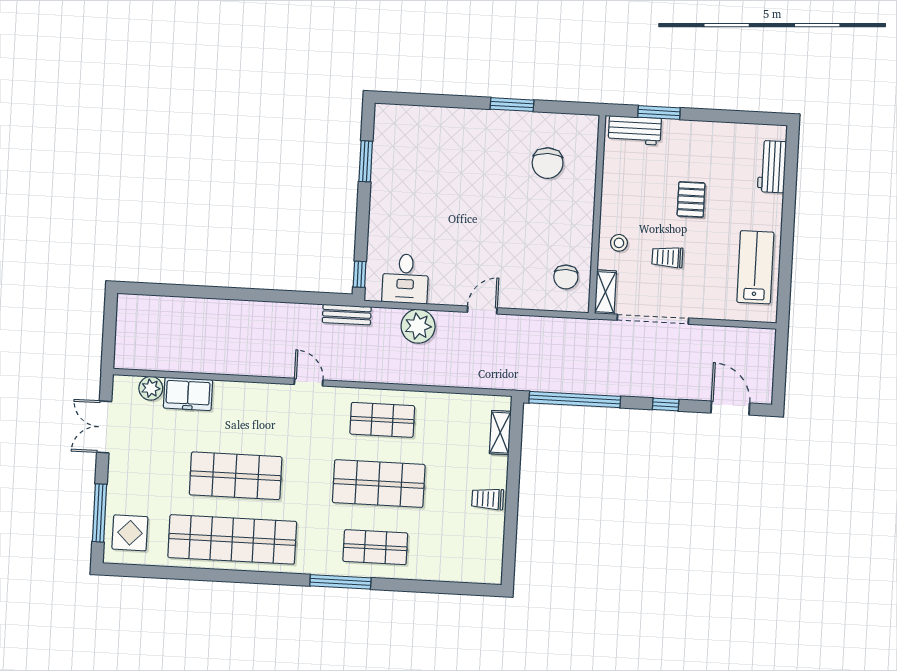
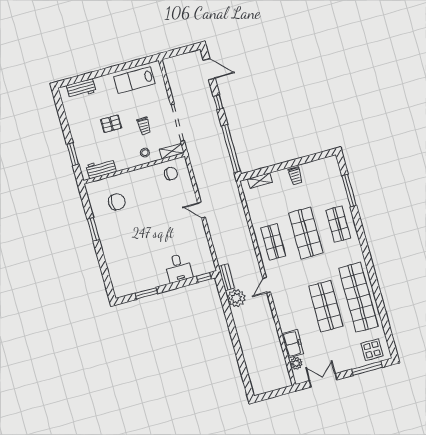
workbench: (635, 130) -> (101, 169), moved, turned -90
desk: (405, 279) -> (178, 268), moved, turned 90
plant: (418, 326) -> (236, 298), moved
door: (730, 408) -> (209, 69), swing flipped
double door: (104, 427) -> (323, 380), swing flipped
window: (340, 582) -> (349, 191), moved

